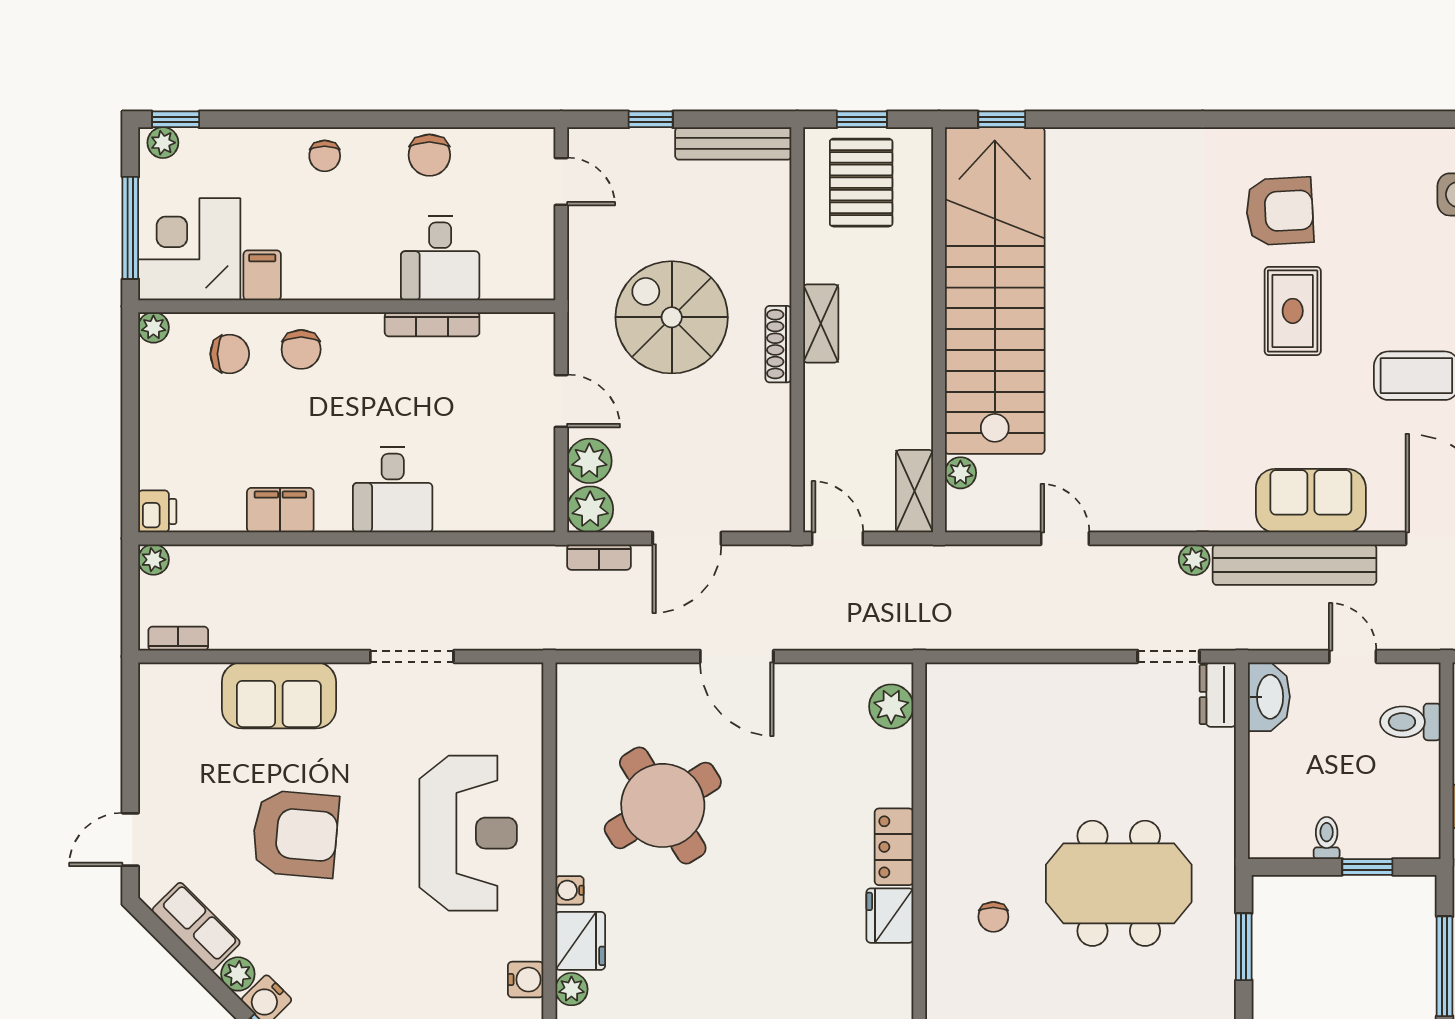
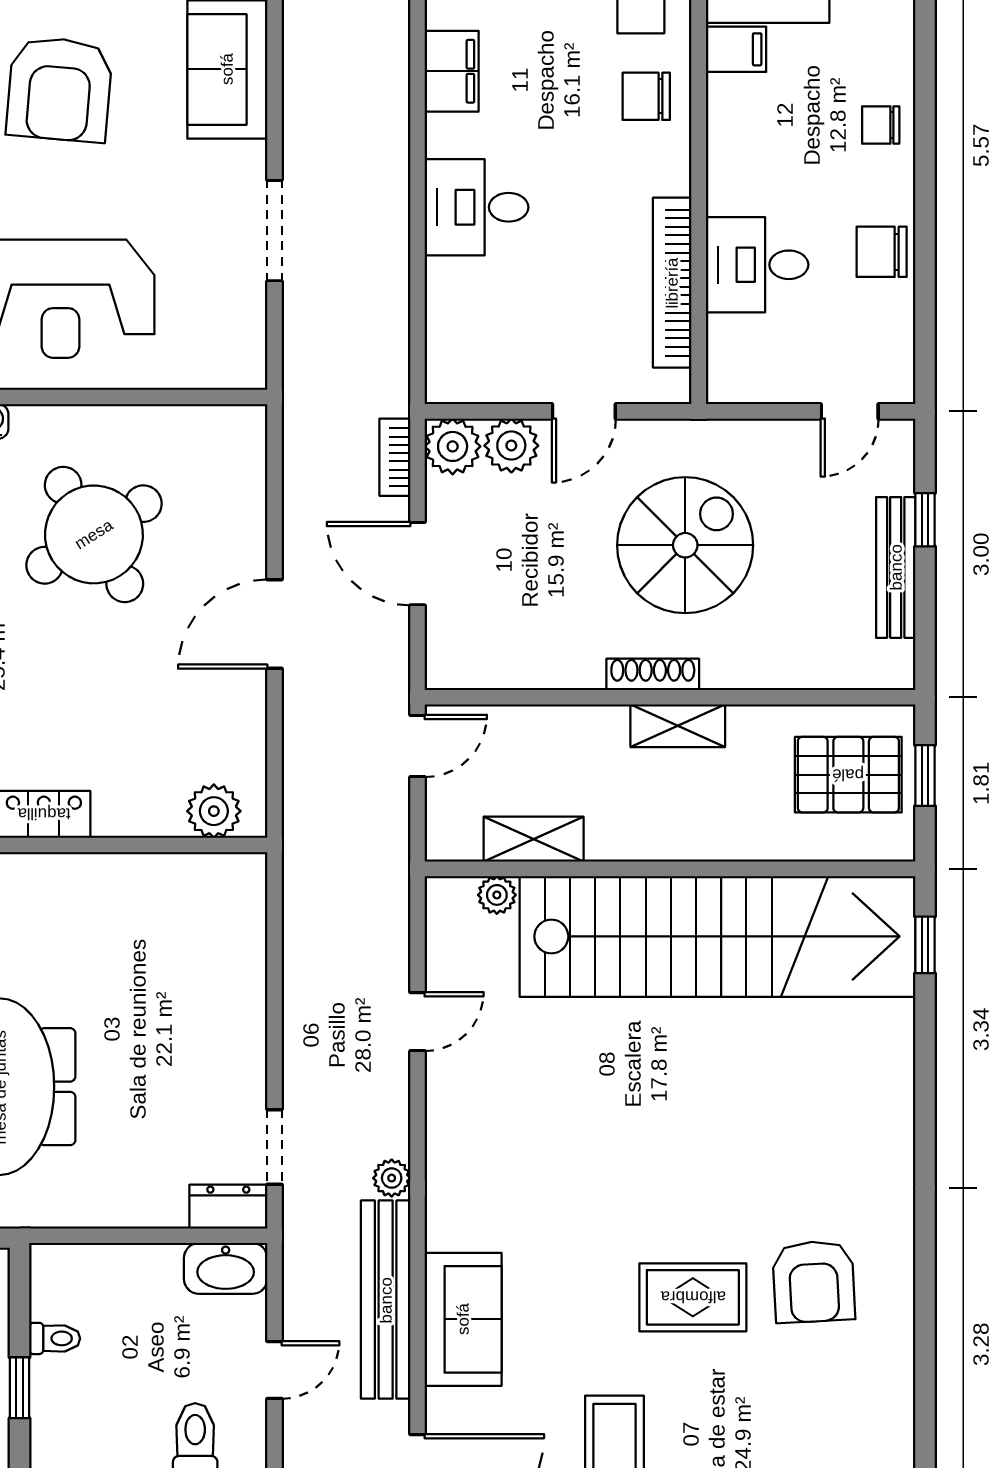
bench: (733, 143) -> (896, 567), moved
bookcase: (432, 324) -> (672, 283), width x1.48, depth x1.31
shelving: (914, 491) -> (534, 839), moved

